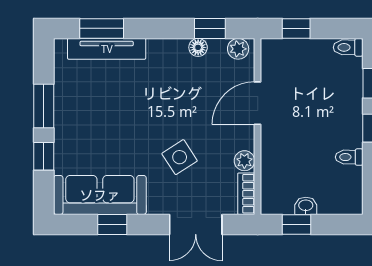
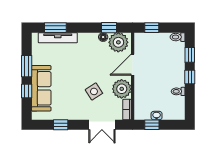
plant: (238, 49) -> (118, 42), width x1.88, depth x1.88
plant: (244, 161) -> (122, 89), width x1.87, depth x1.87
sofa: (100, 195) -> (41, 88), moved, turned 90

